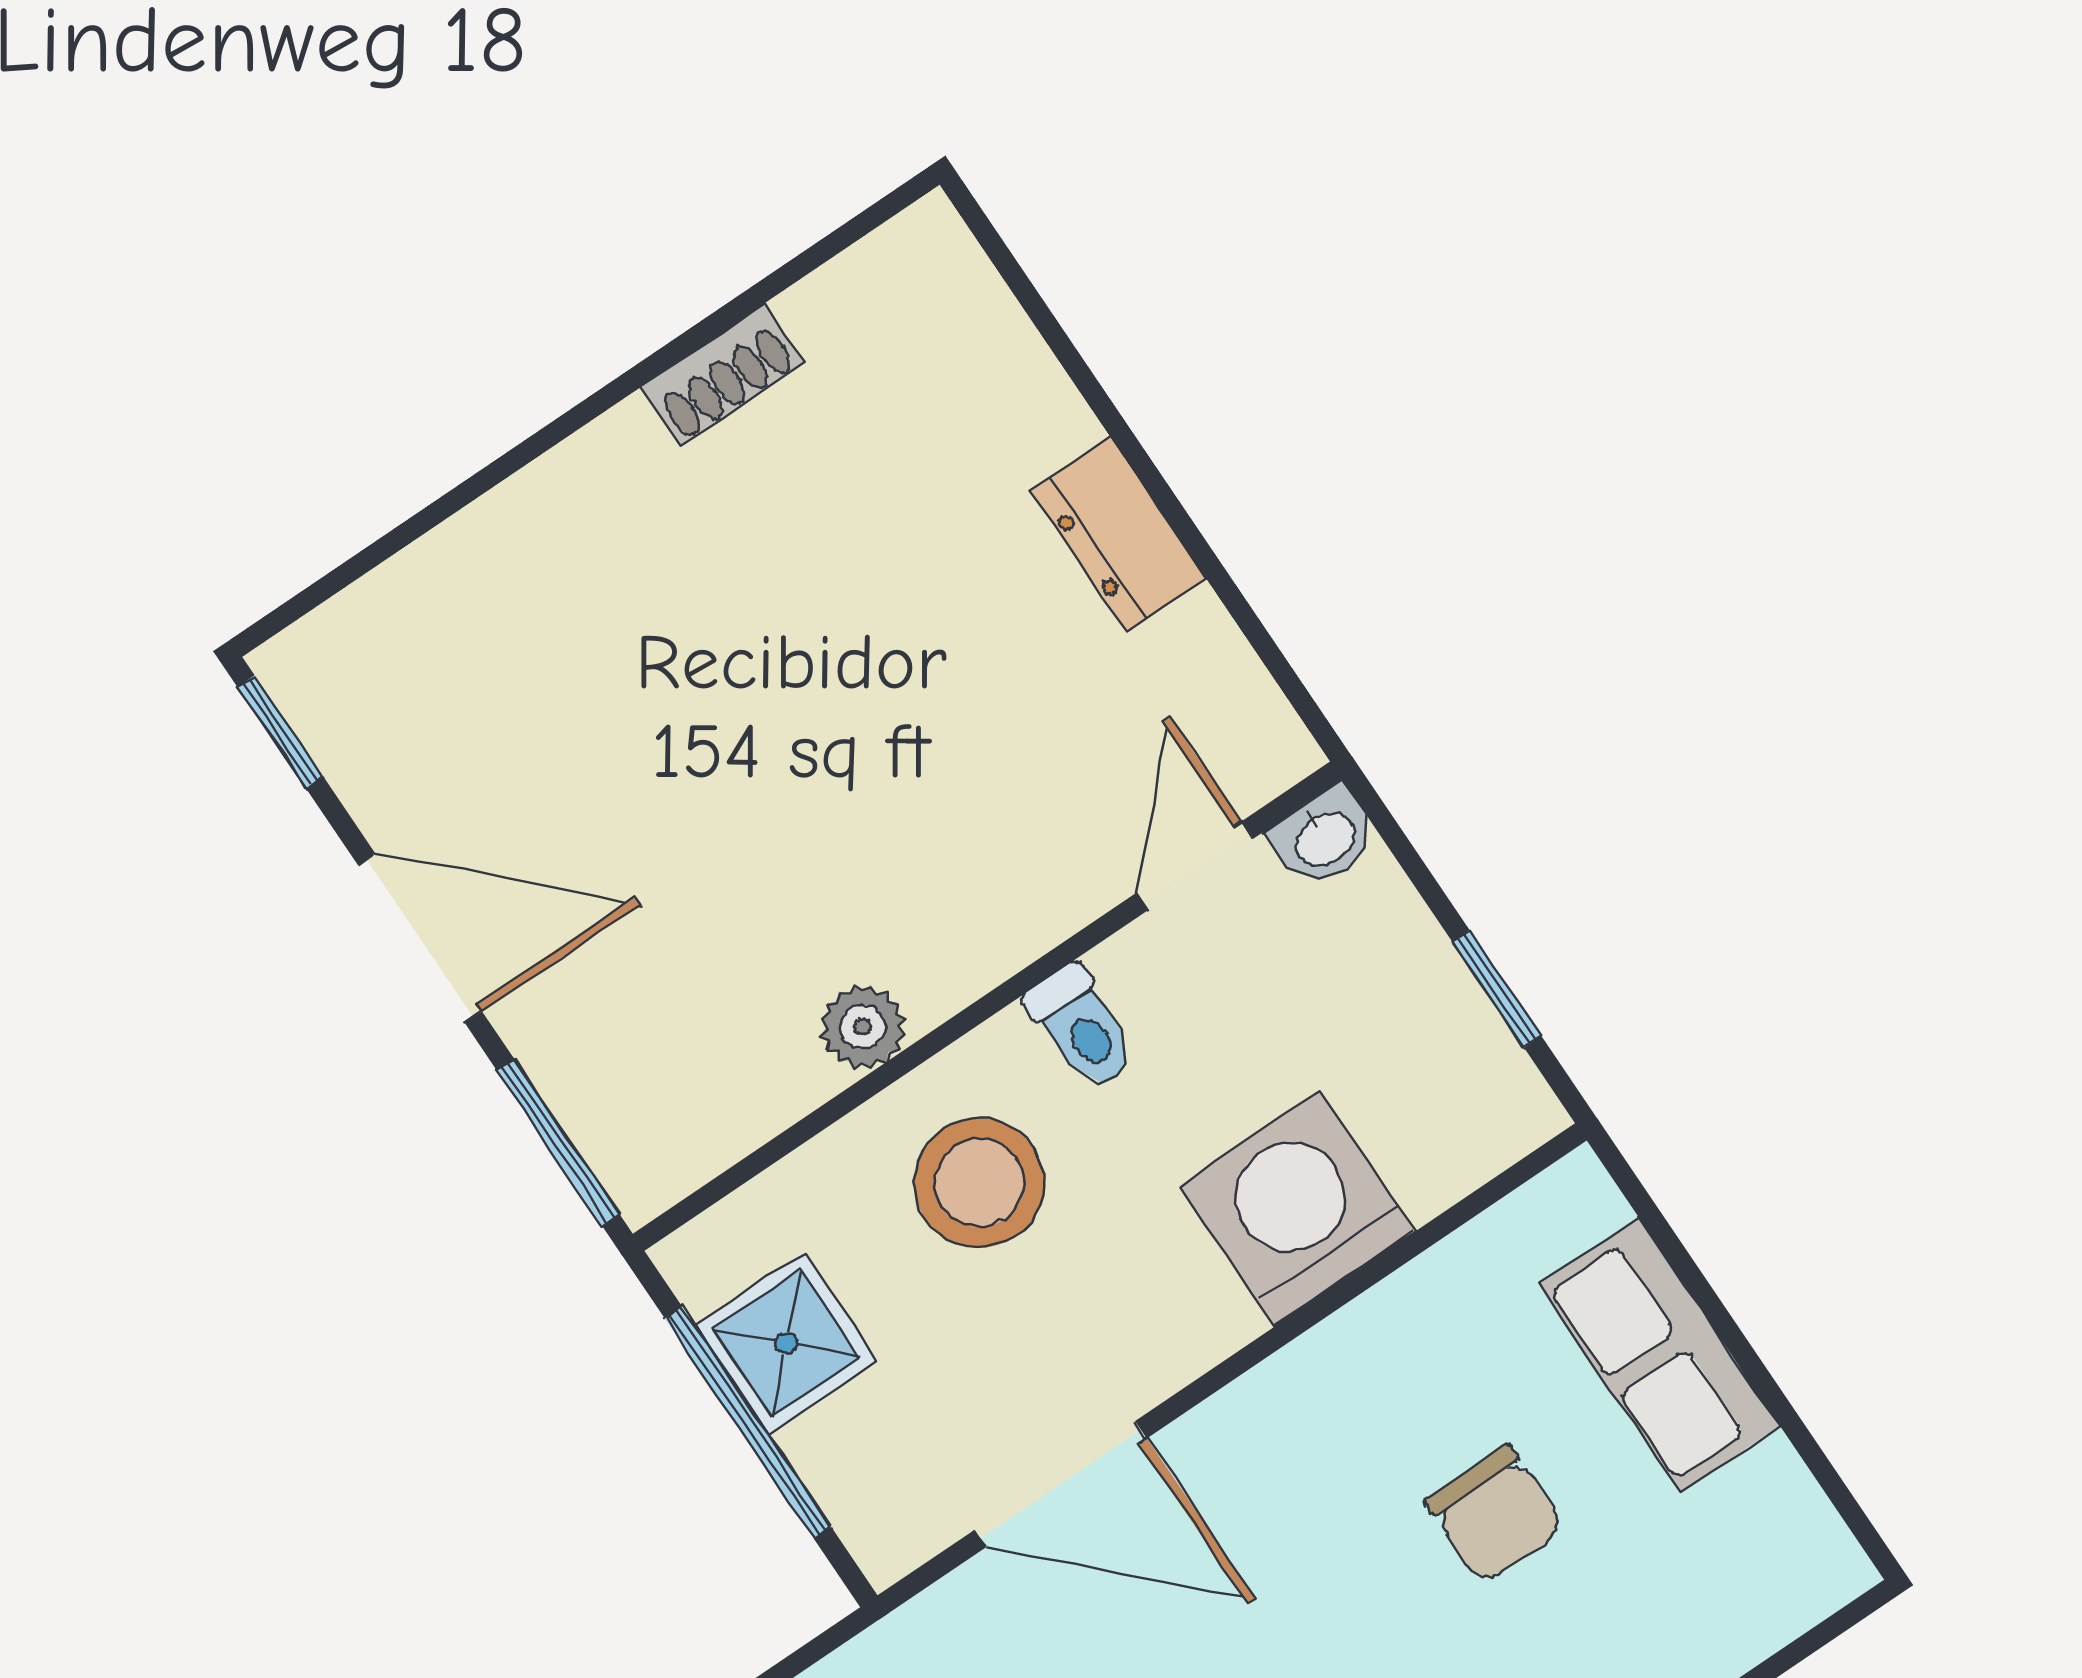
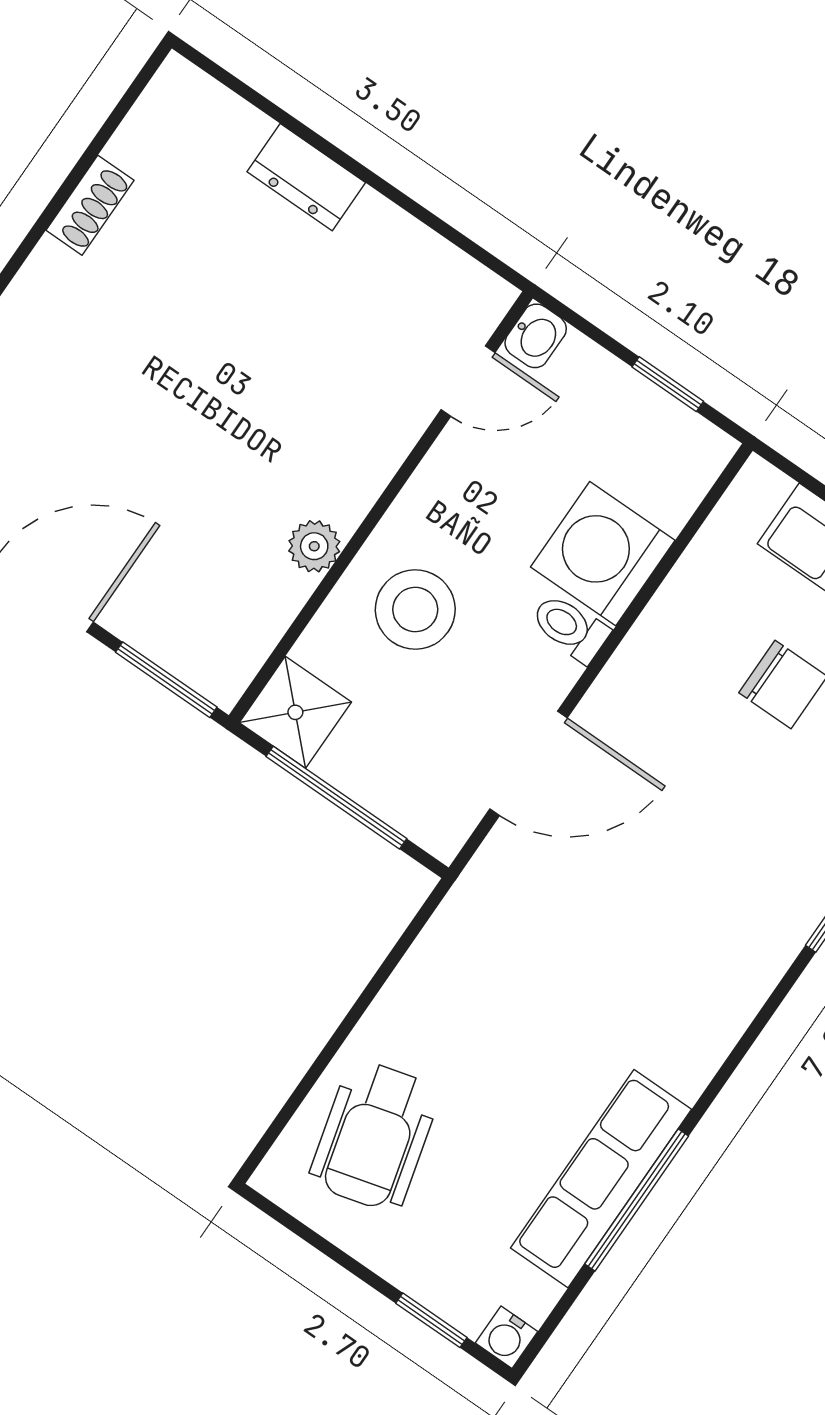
dresser: (1119, 534) -> (306, 177), moved
door: (1194, 866) -> (468, 381), swing flipped
toilet: (1082, 1027) -> (570, 628), moved, turned 180
shower: (786, 1343) -> (295, 712), moved

